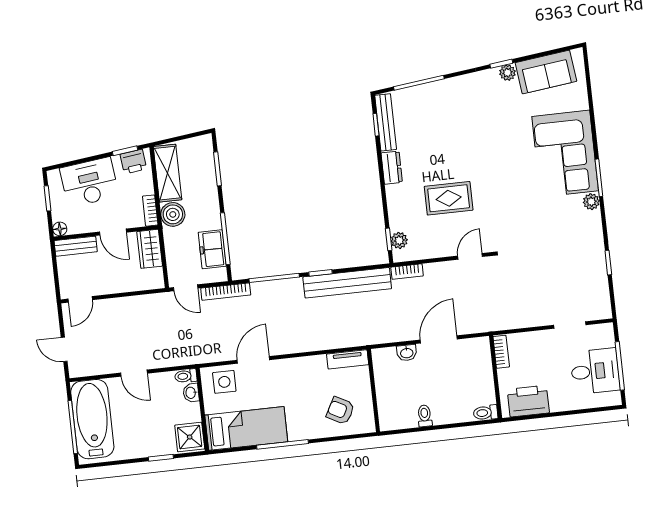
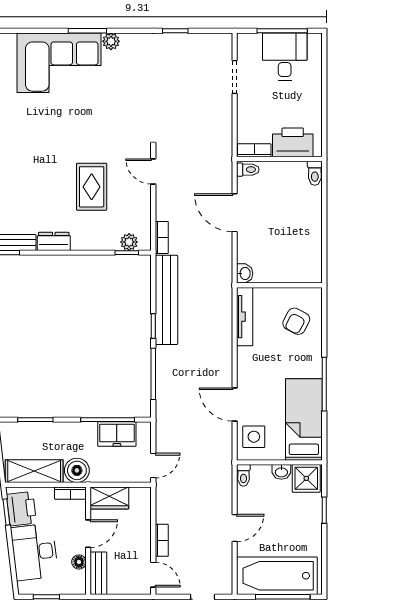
printer: (133, 162) -> (21, 509), width x1.36, depth x1.24
floor lamp: (60, 229) -> (79, 562), moved
bookcase: (226, 292) -> (162, 540), moved, width x0.64
washbasin: (407, 353) -> (245, 273), moved
tv unit: (348, 359) -> (245, 317), width x1.41
washbasin: (191, 393) -> (281, 472), moved
printer: (528, 401) -> (293, 142), moved, turned 90
toilet: (425, 416) -> (248, 170), moved, turned 180

